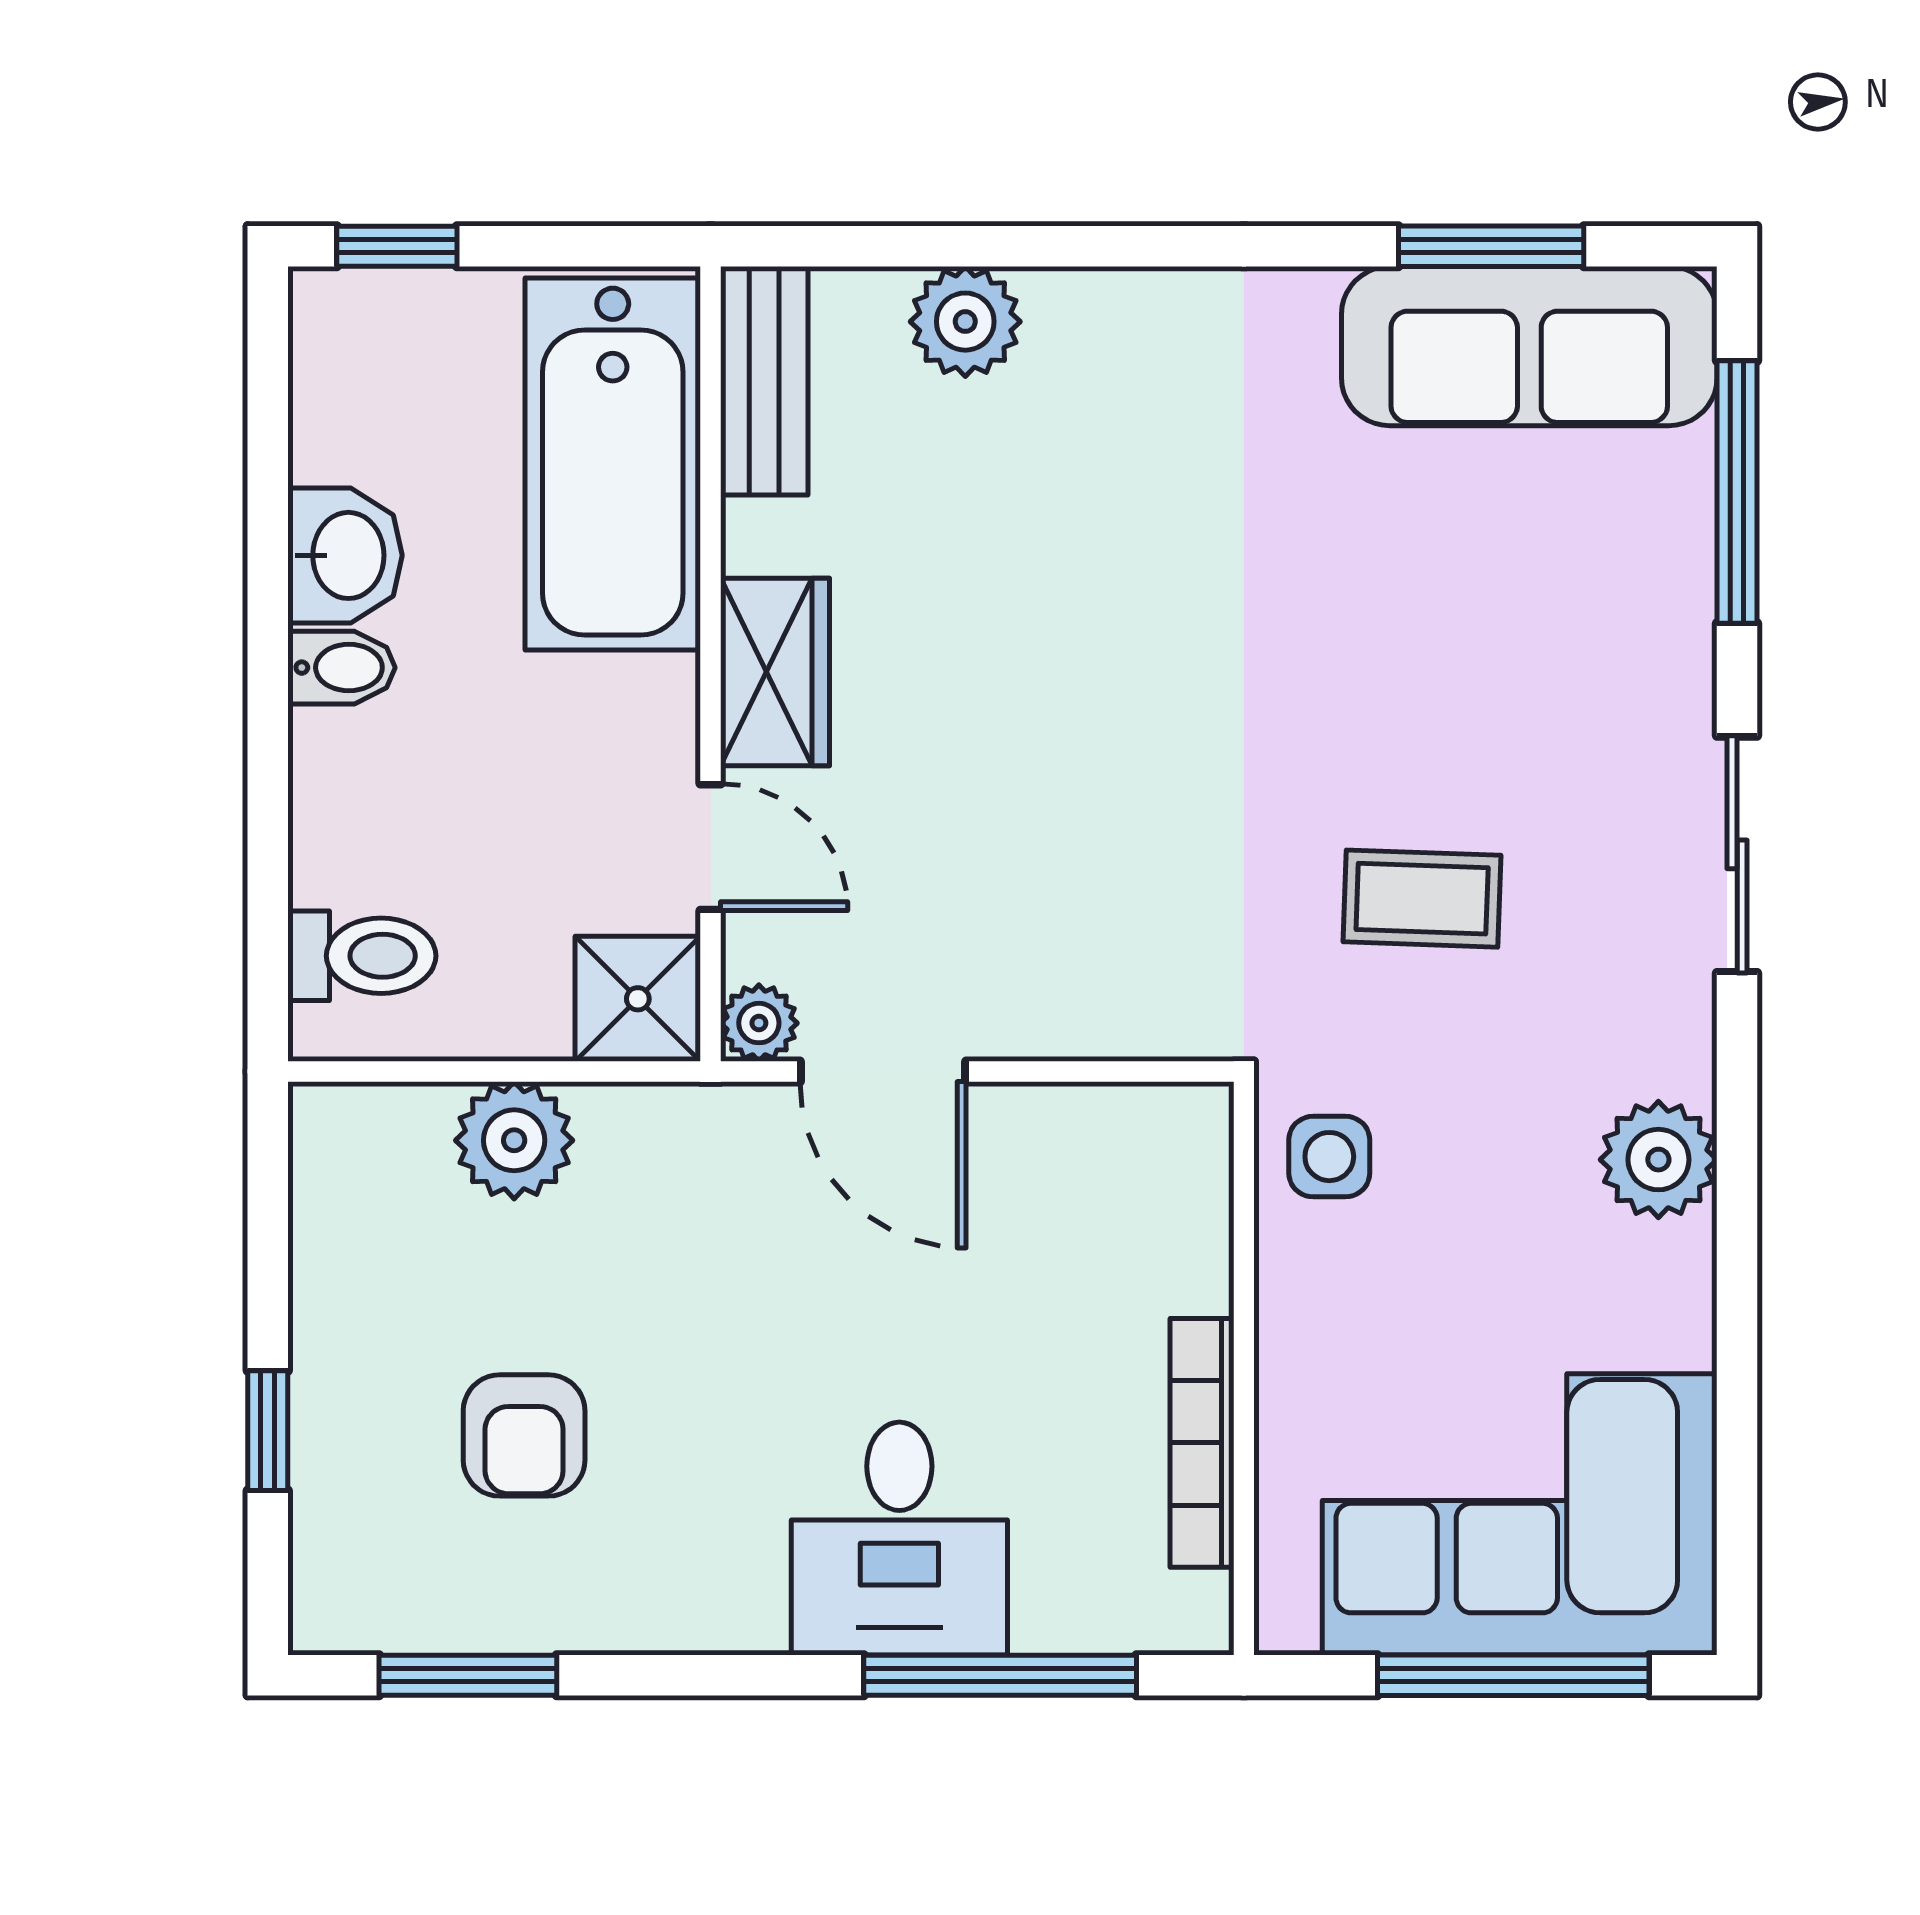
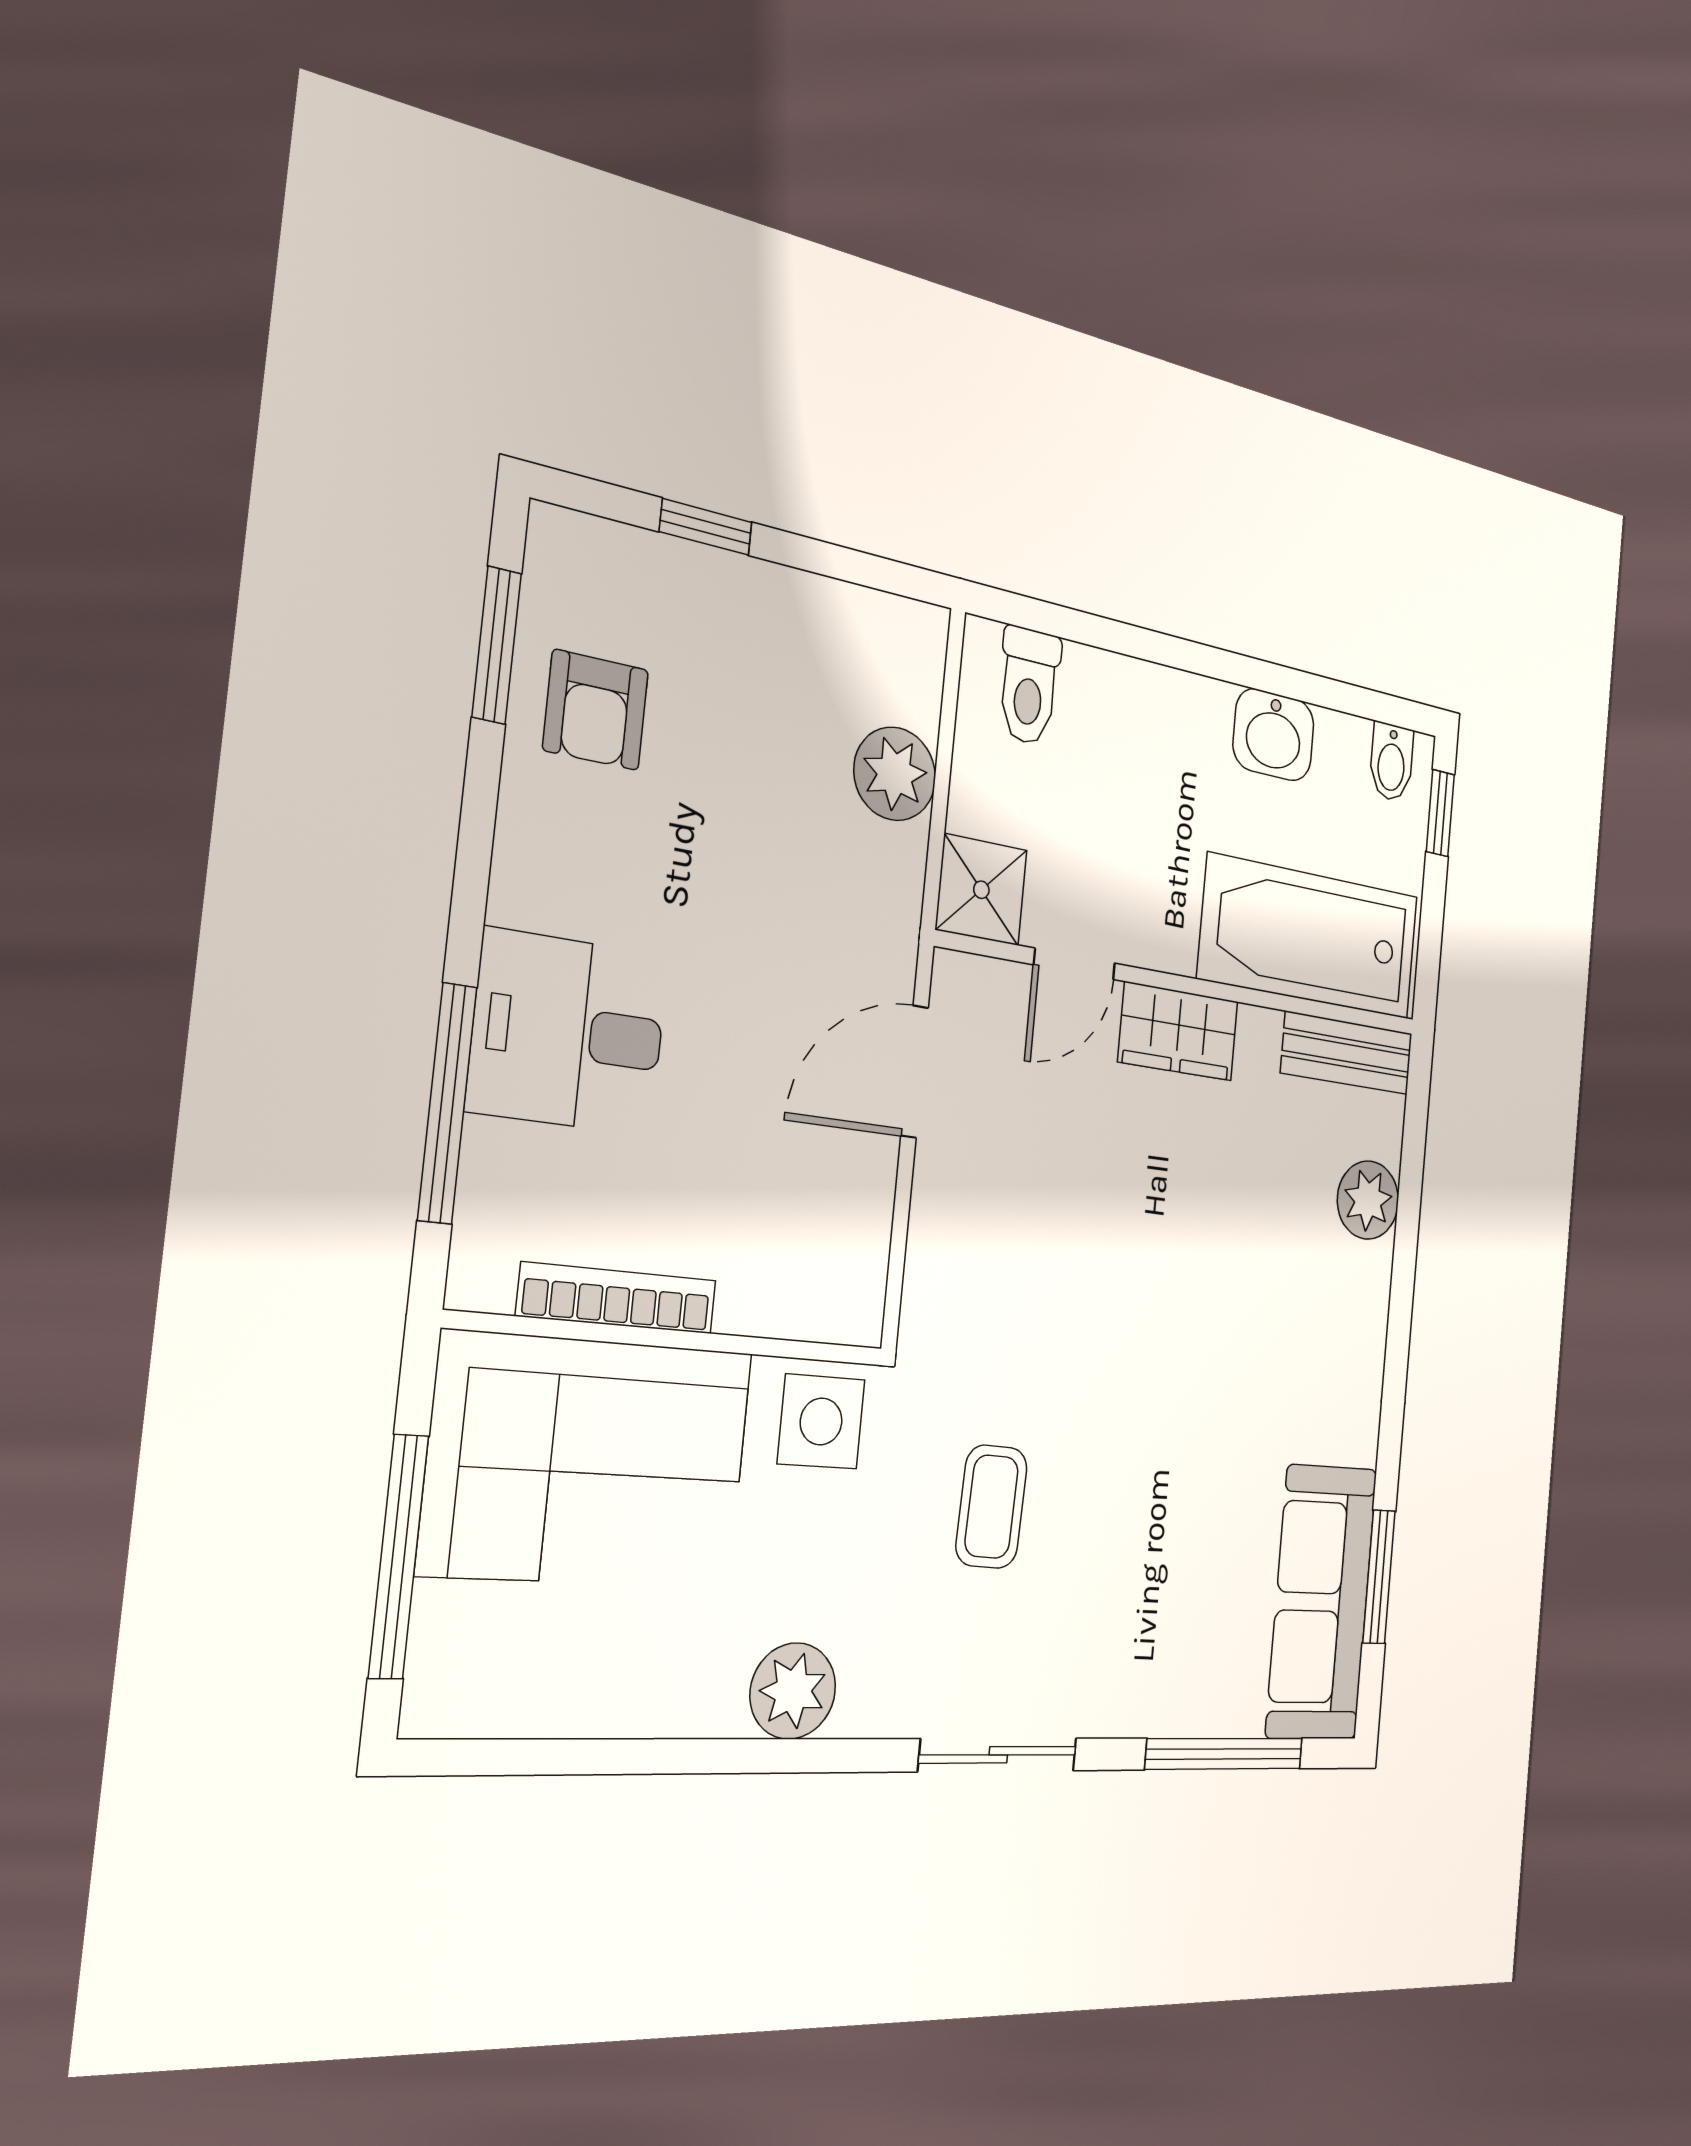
bidet: (341, 668) -> (1391, 762), moved
plant: (759, 1023) -> (956, 980), removed
side table: (1329, 1157) -> (821, 1421), width x1.37, depth x1.37
armchair: (524, 1435) -> (596, 710), moved, turned -90
corner sofa: (1520, 1514) -> (589, 1461), moved, turned 90

